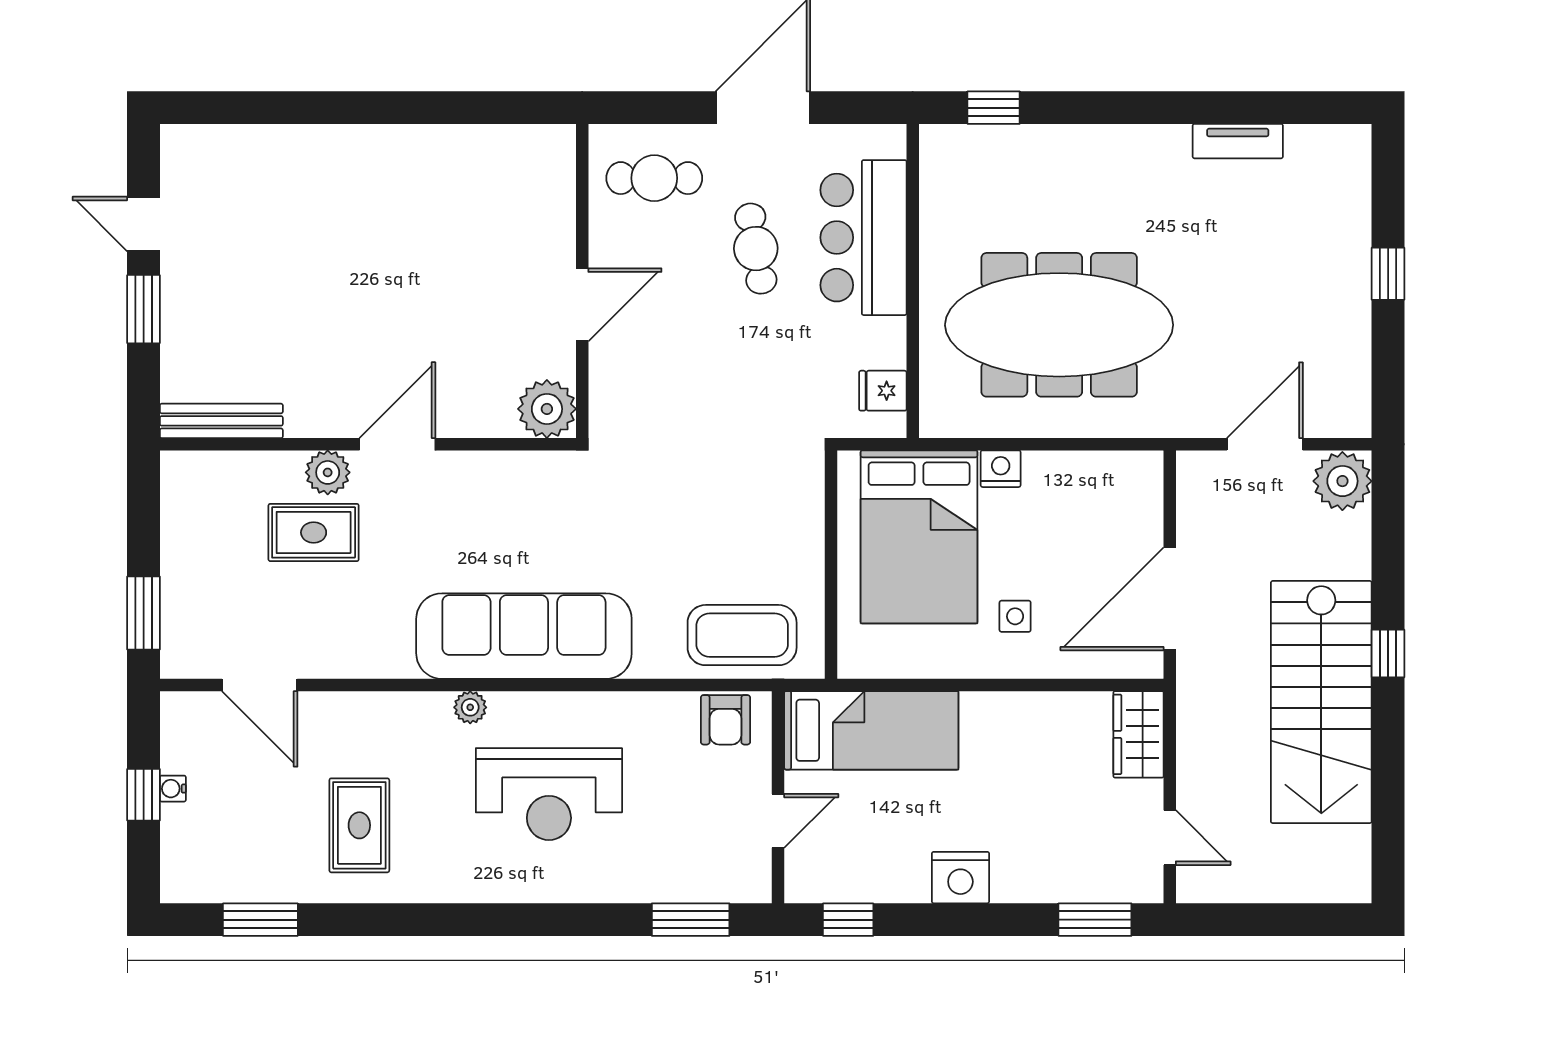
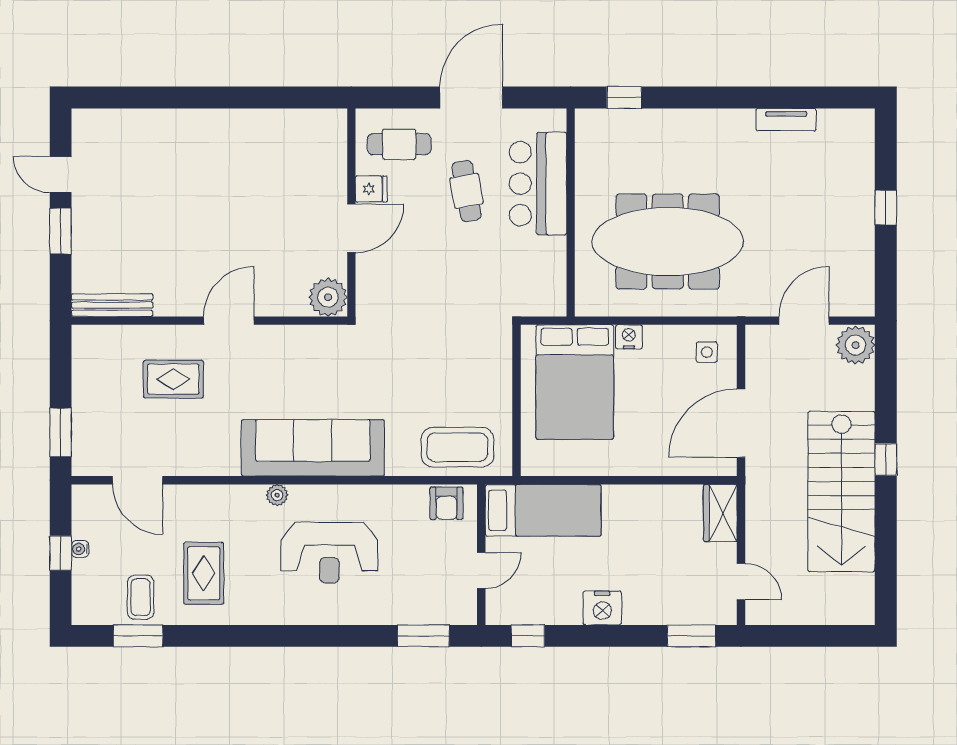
fridge: (883, 391) -> (371, 189), moved, turned 180
plant: (328, 472) -> (183, 339), removed
side table: (1015, 616) -> (707, 352), moved
coffee table: (264, 861) -> (141, 597), added

